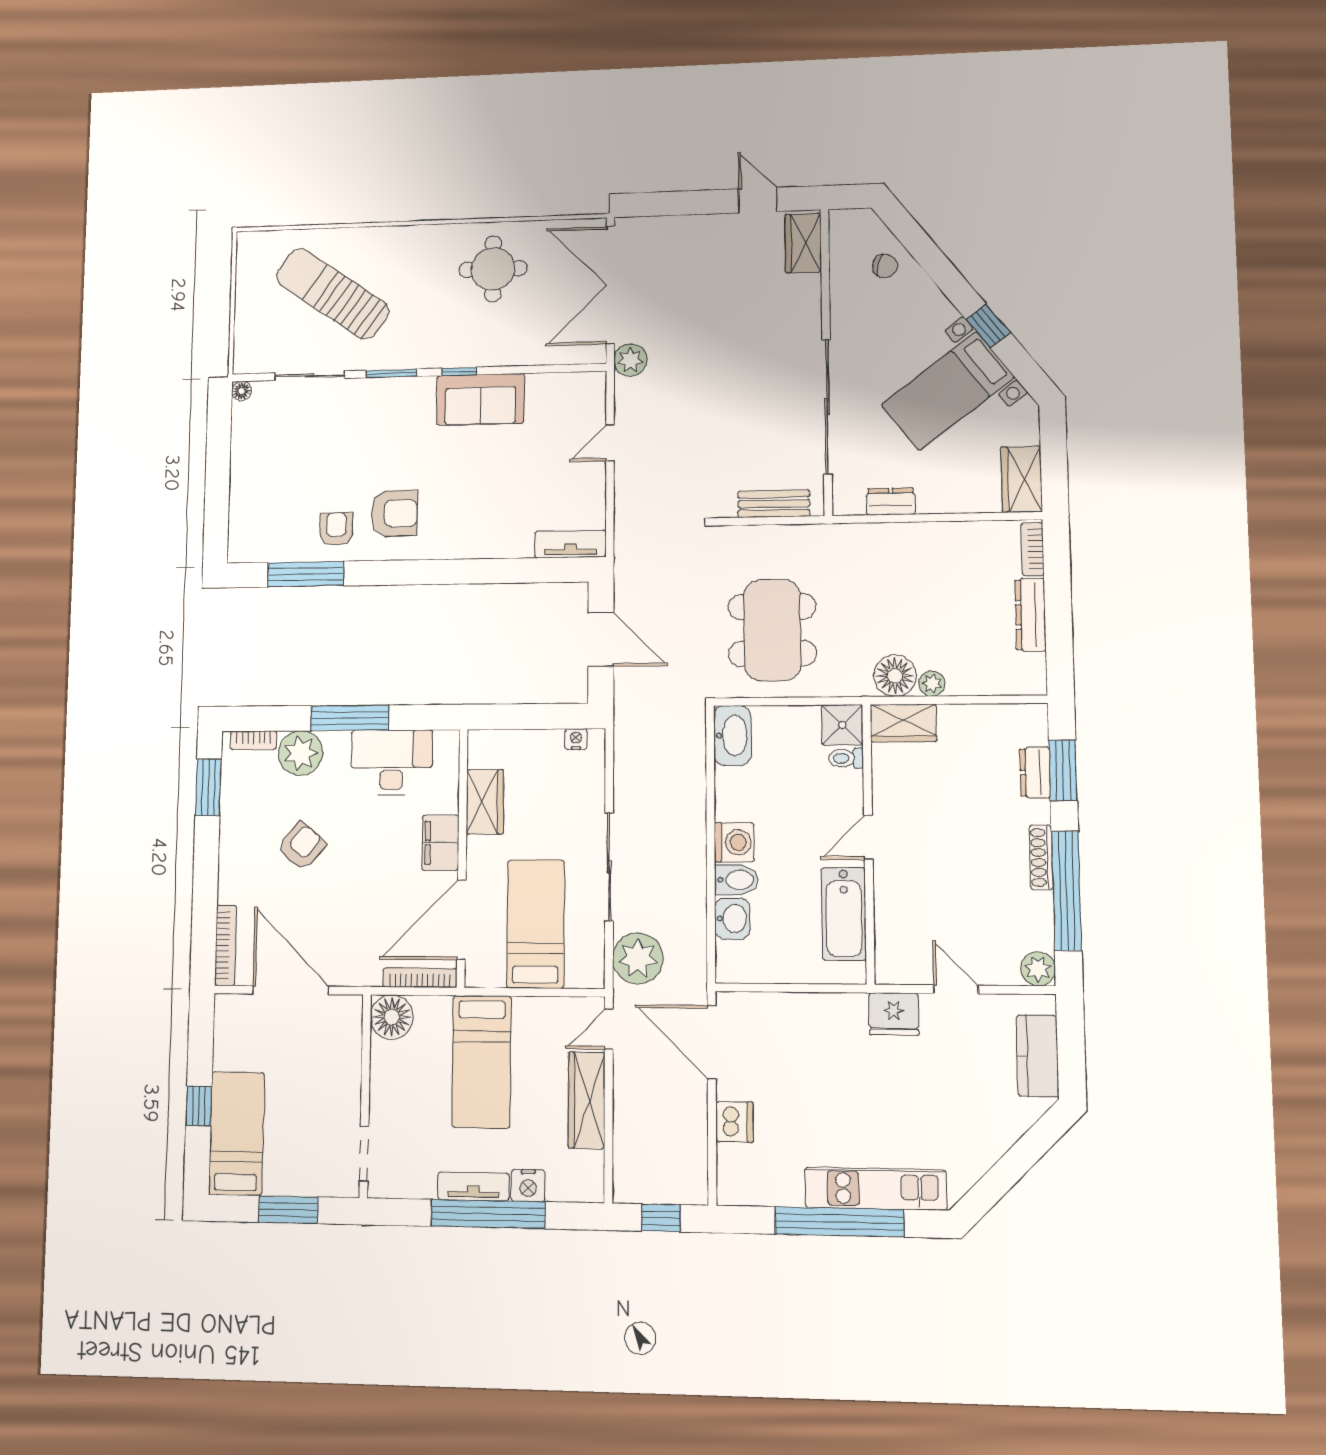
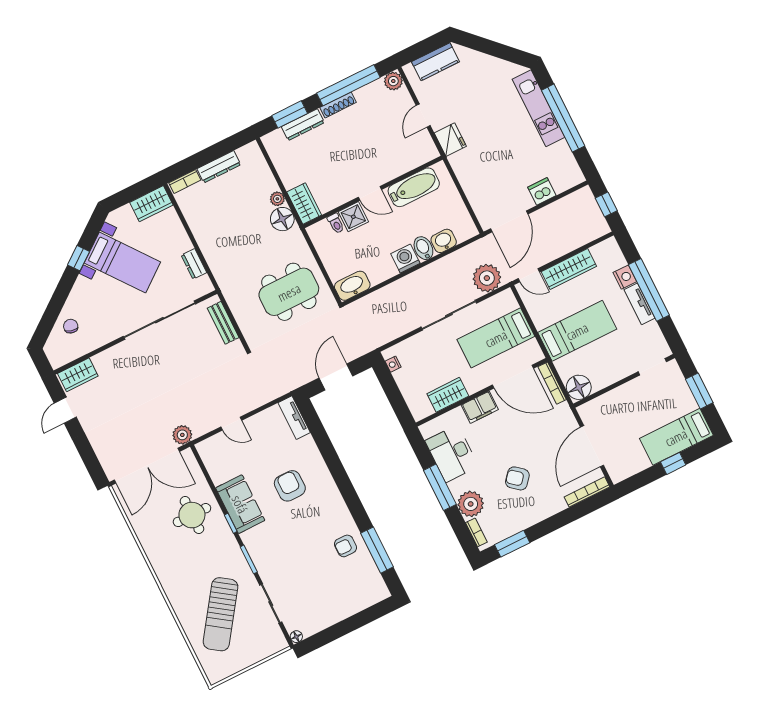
round table: (493, 269) -> (192, 515), moved
armchair: (394, 513) -> (290, 486), moved
shower: (842, 725) -> (353, 217), moved
dresser: (1035, 773) -> (303, 125), width x1.44

